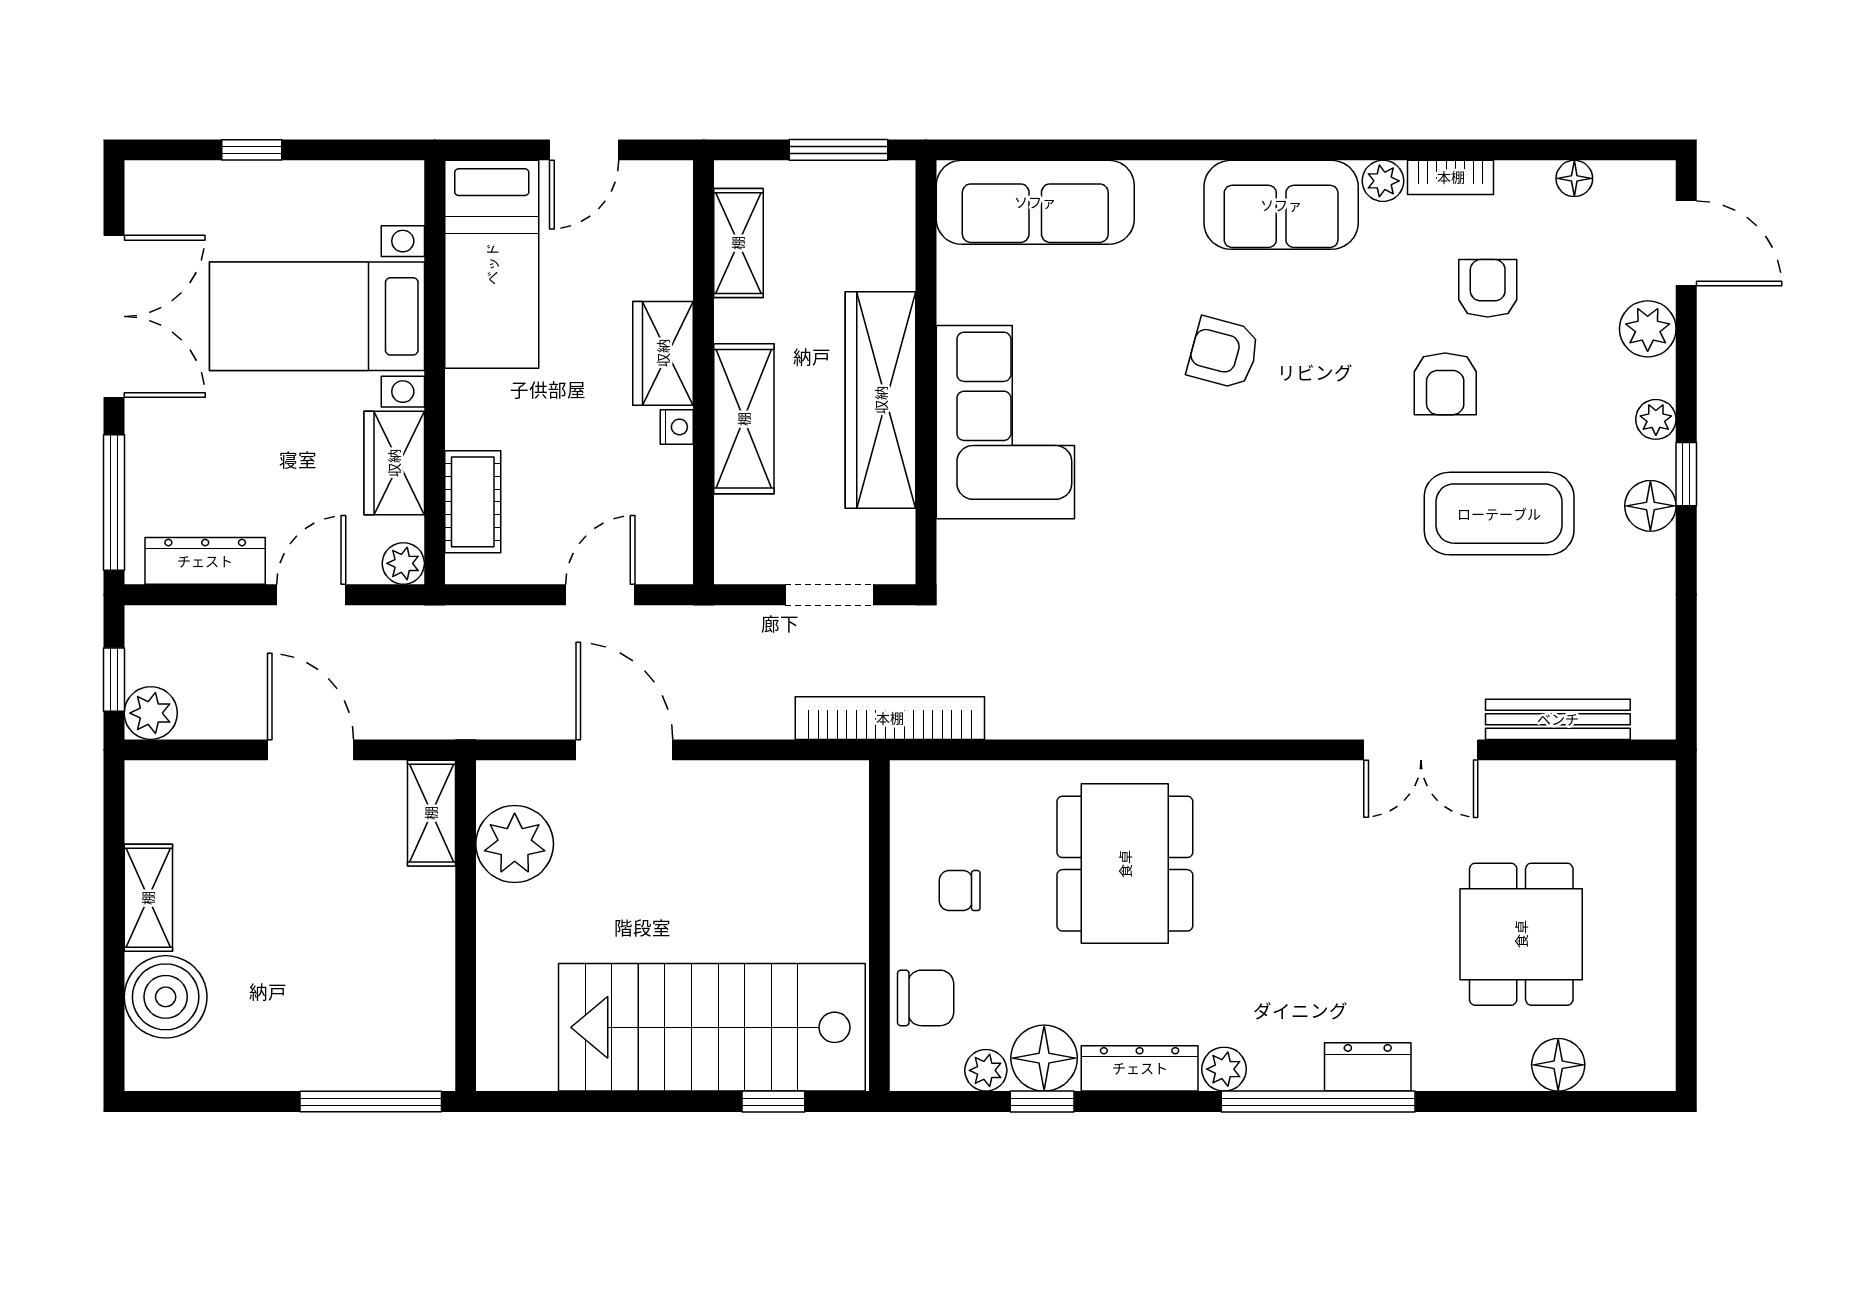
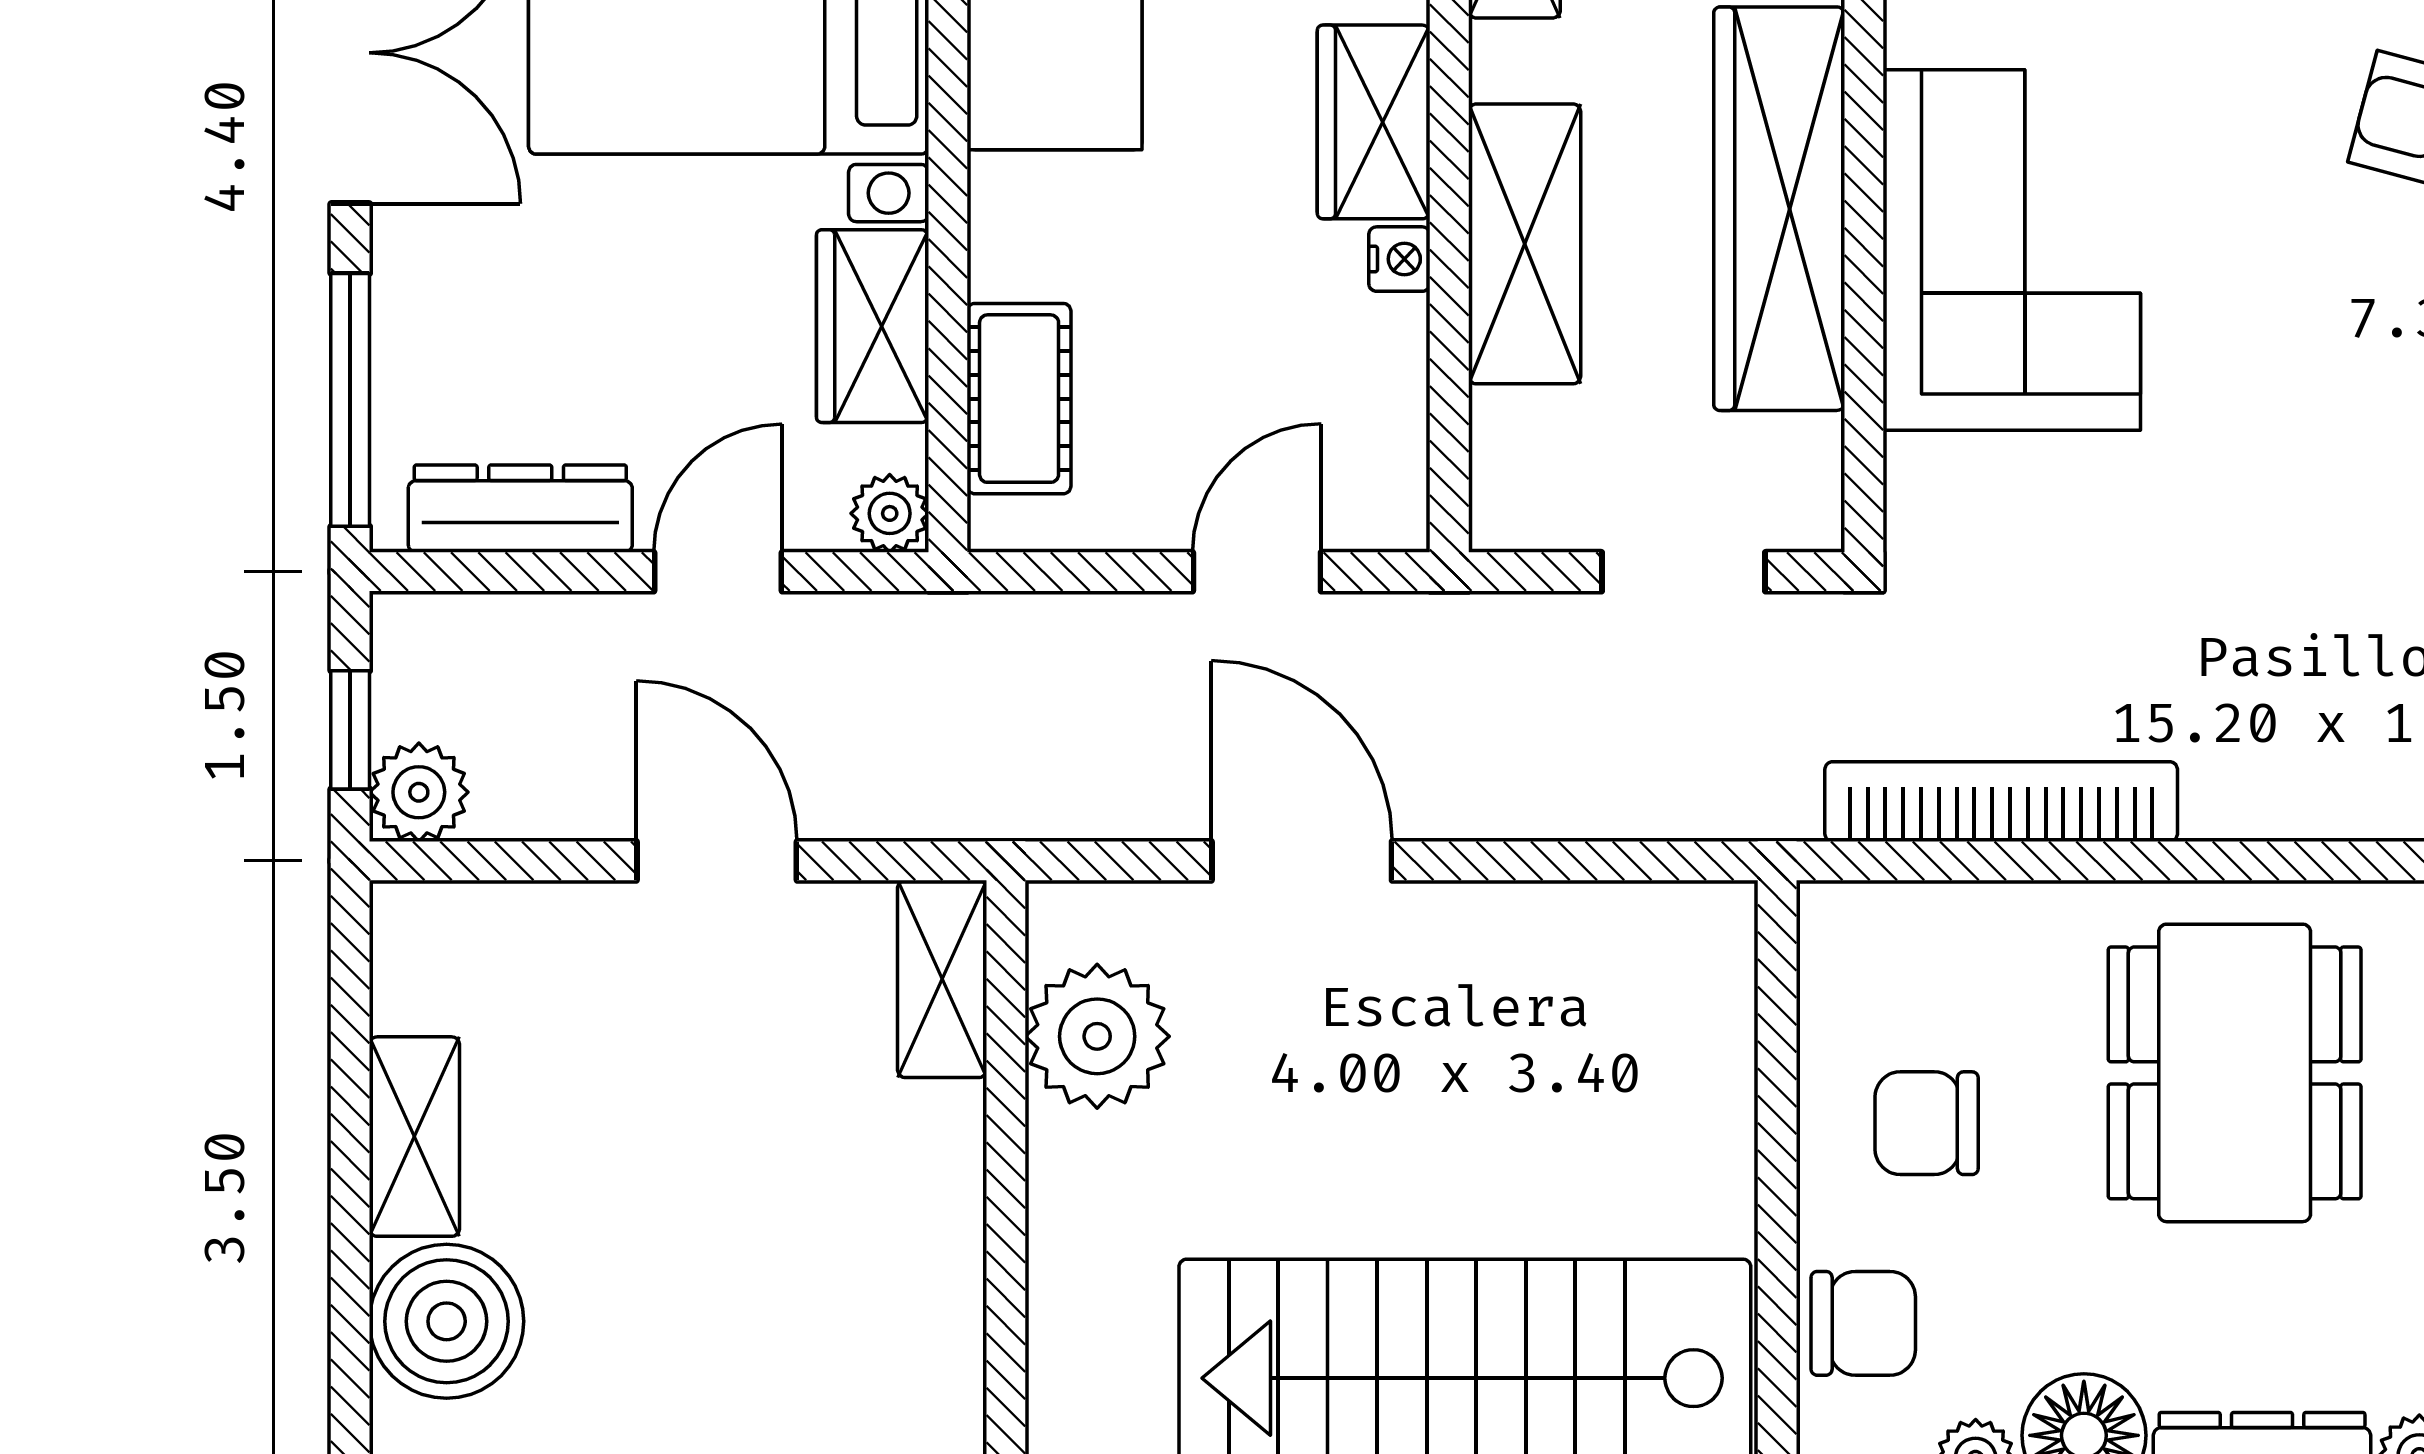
bookcase: (890, 718) -> (2001, 802), moved
chair: (960, 891) -> (1927, 1123), width x1.37, depth x1.37

